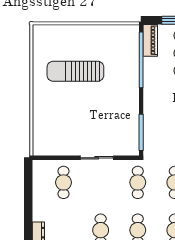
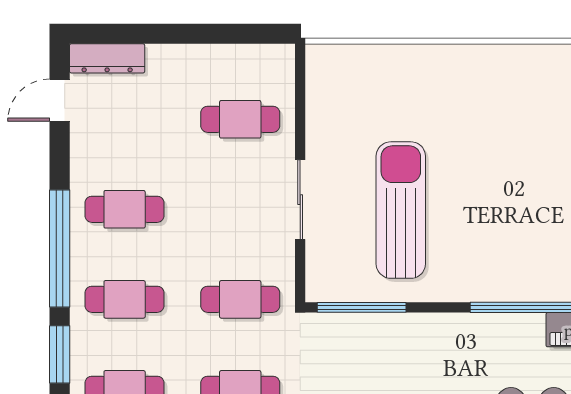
sun lounger: (75, 71) -> (401, 210), moved

